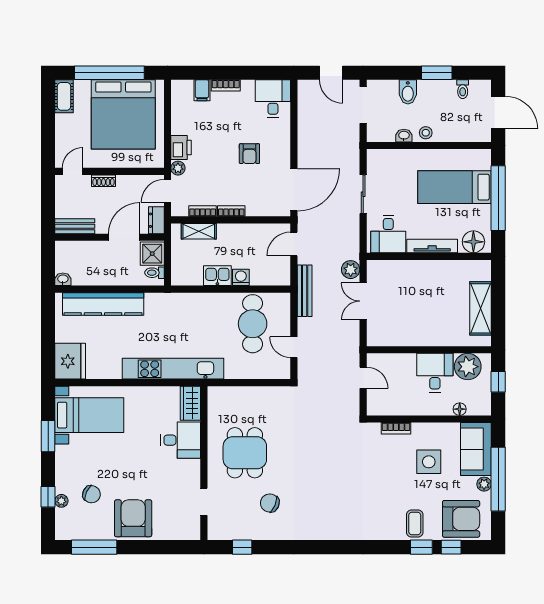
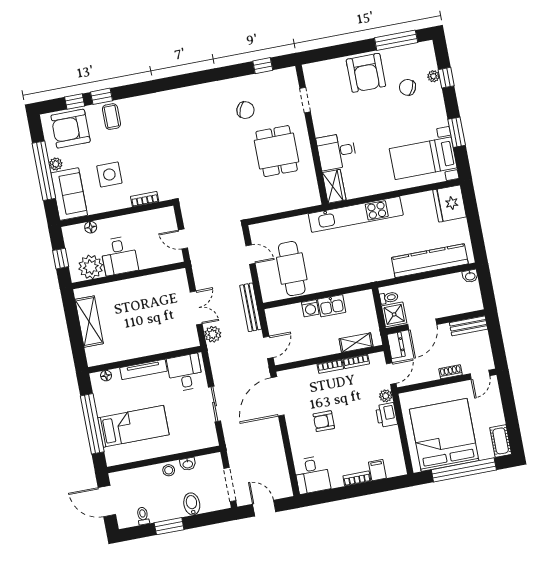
armchair: (249, 154) -> (324, 421), turned -90
floor lamp: (473, 242) -> (106, 376), width x0.53, depth x0.53

